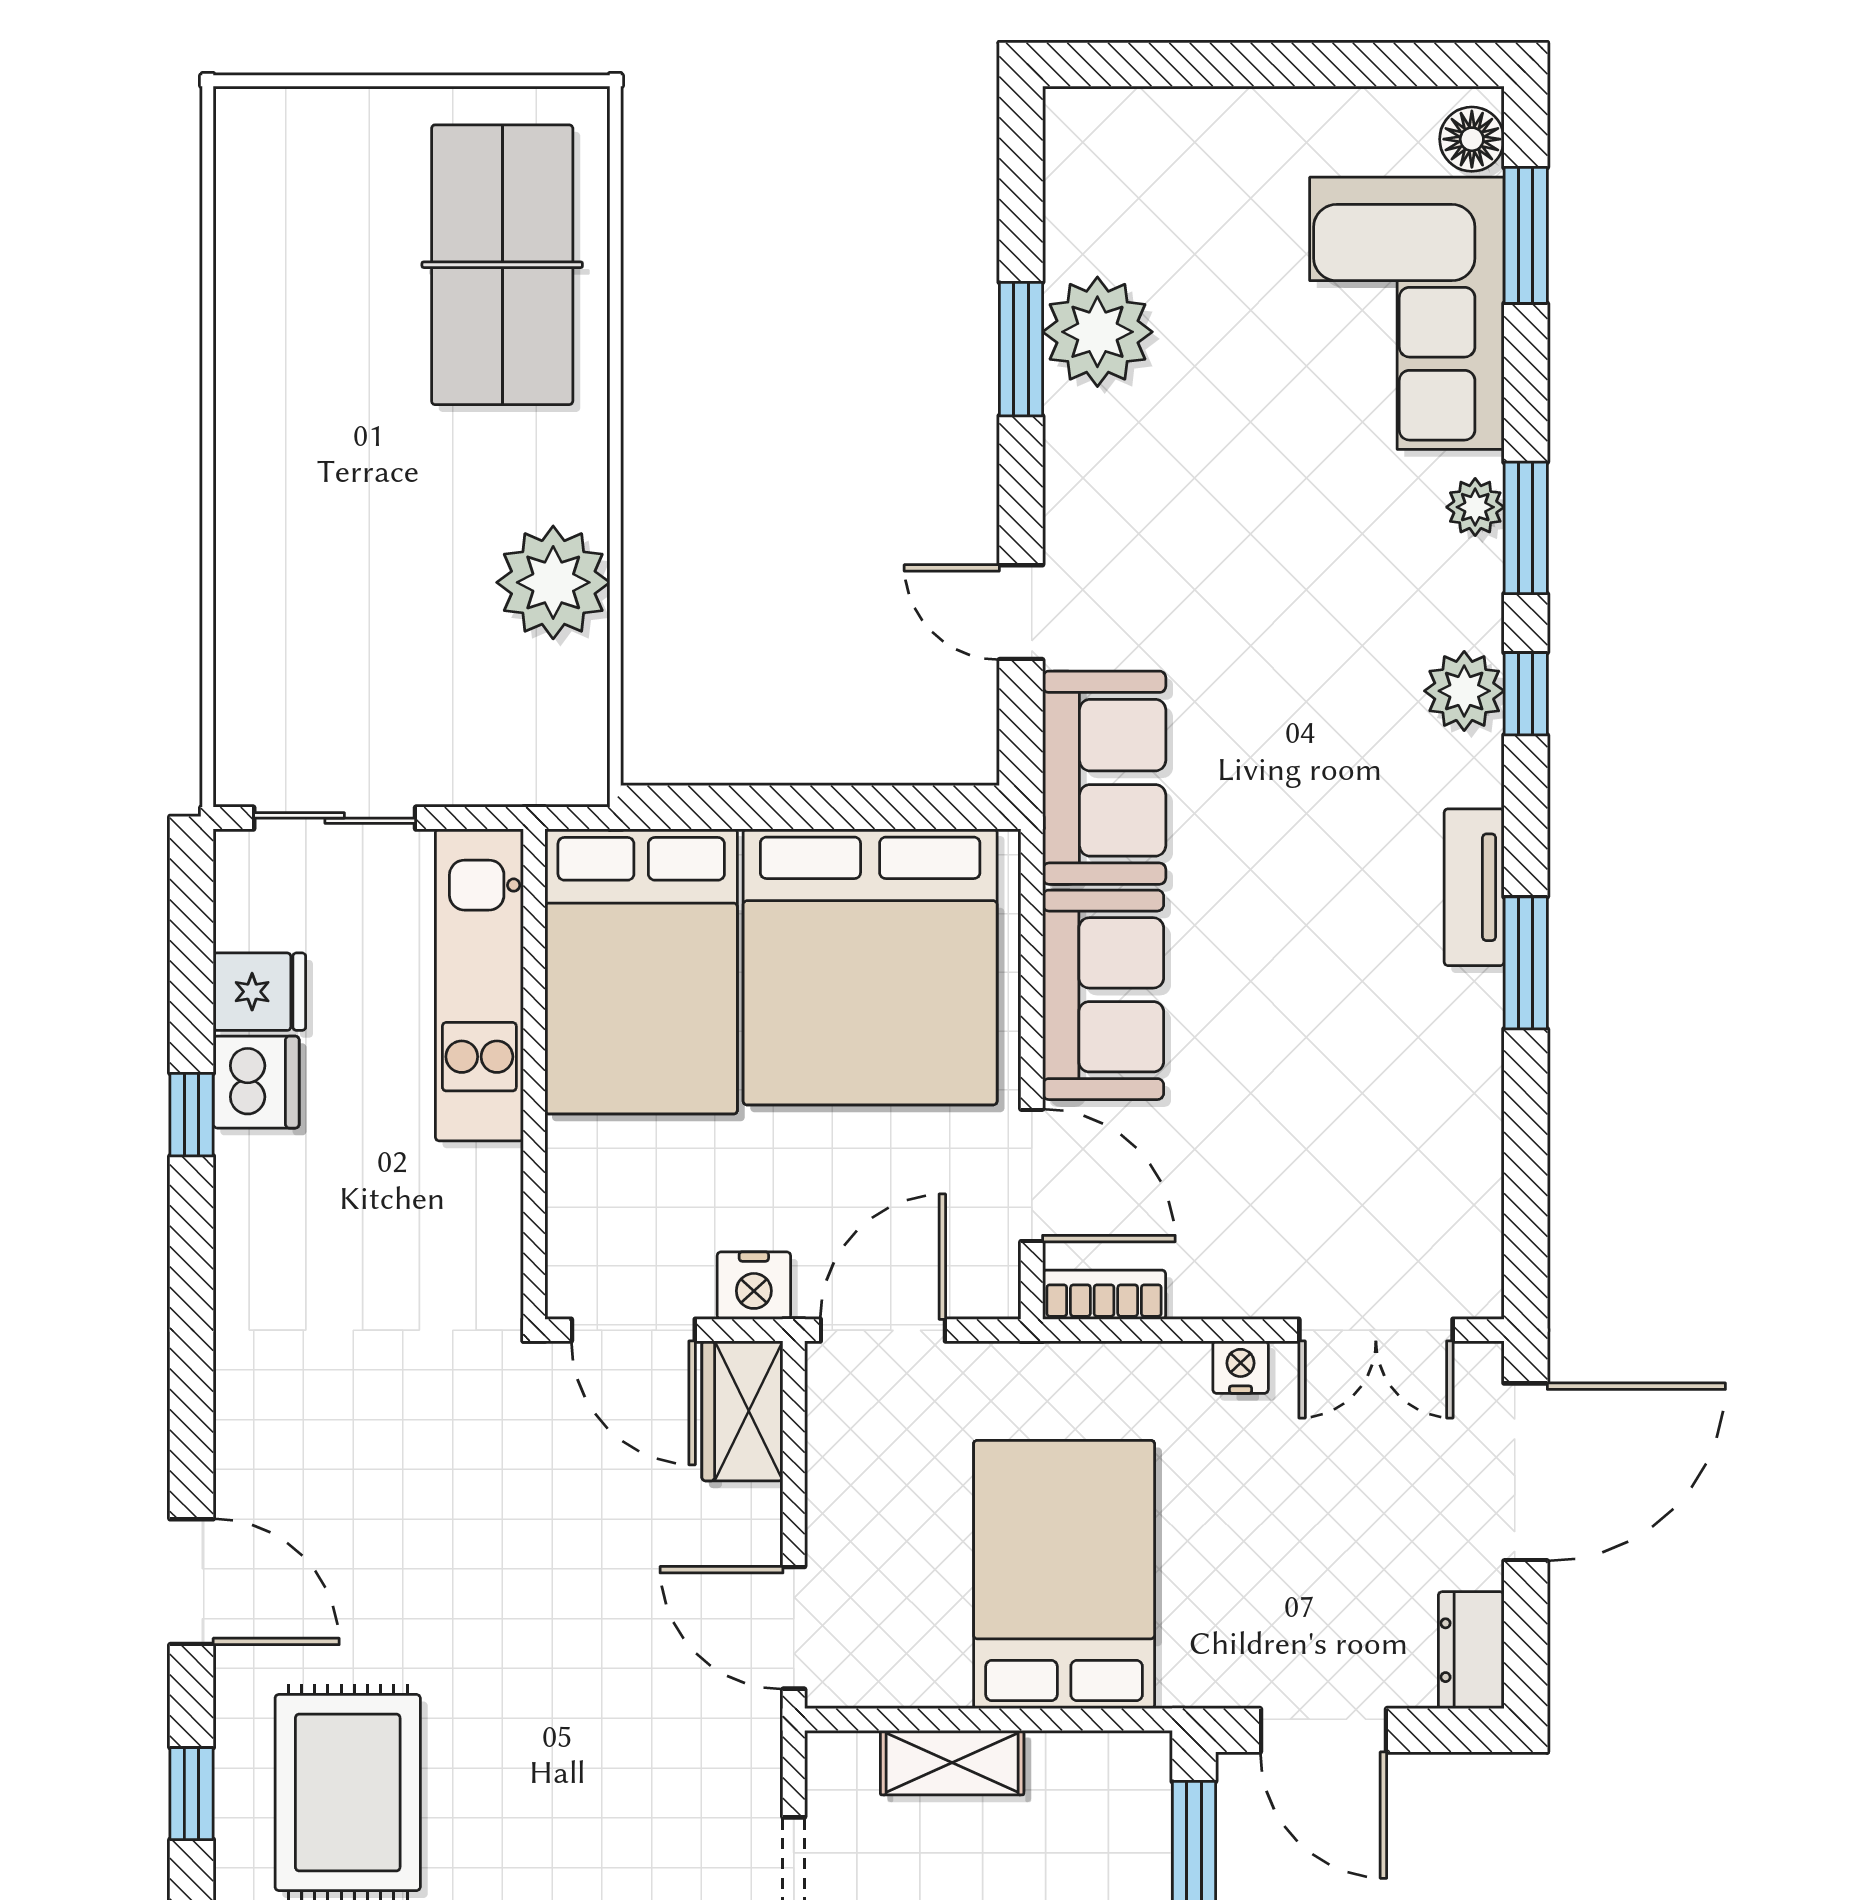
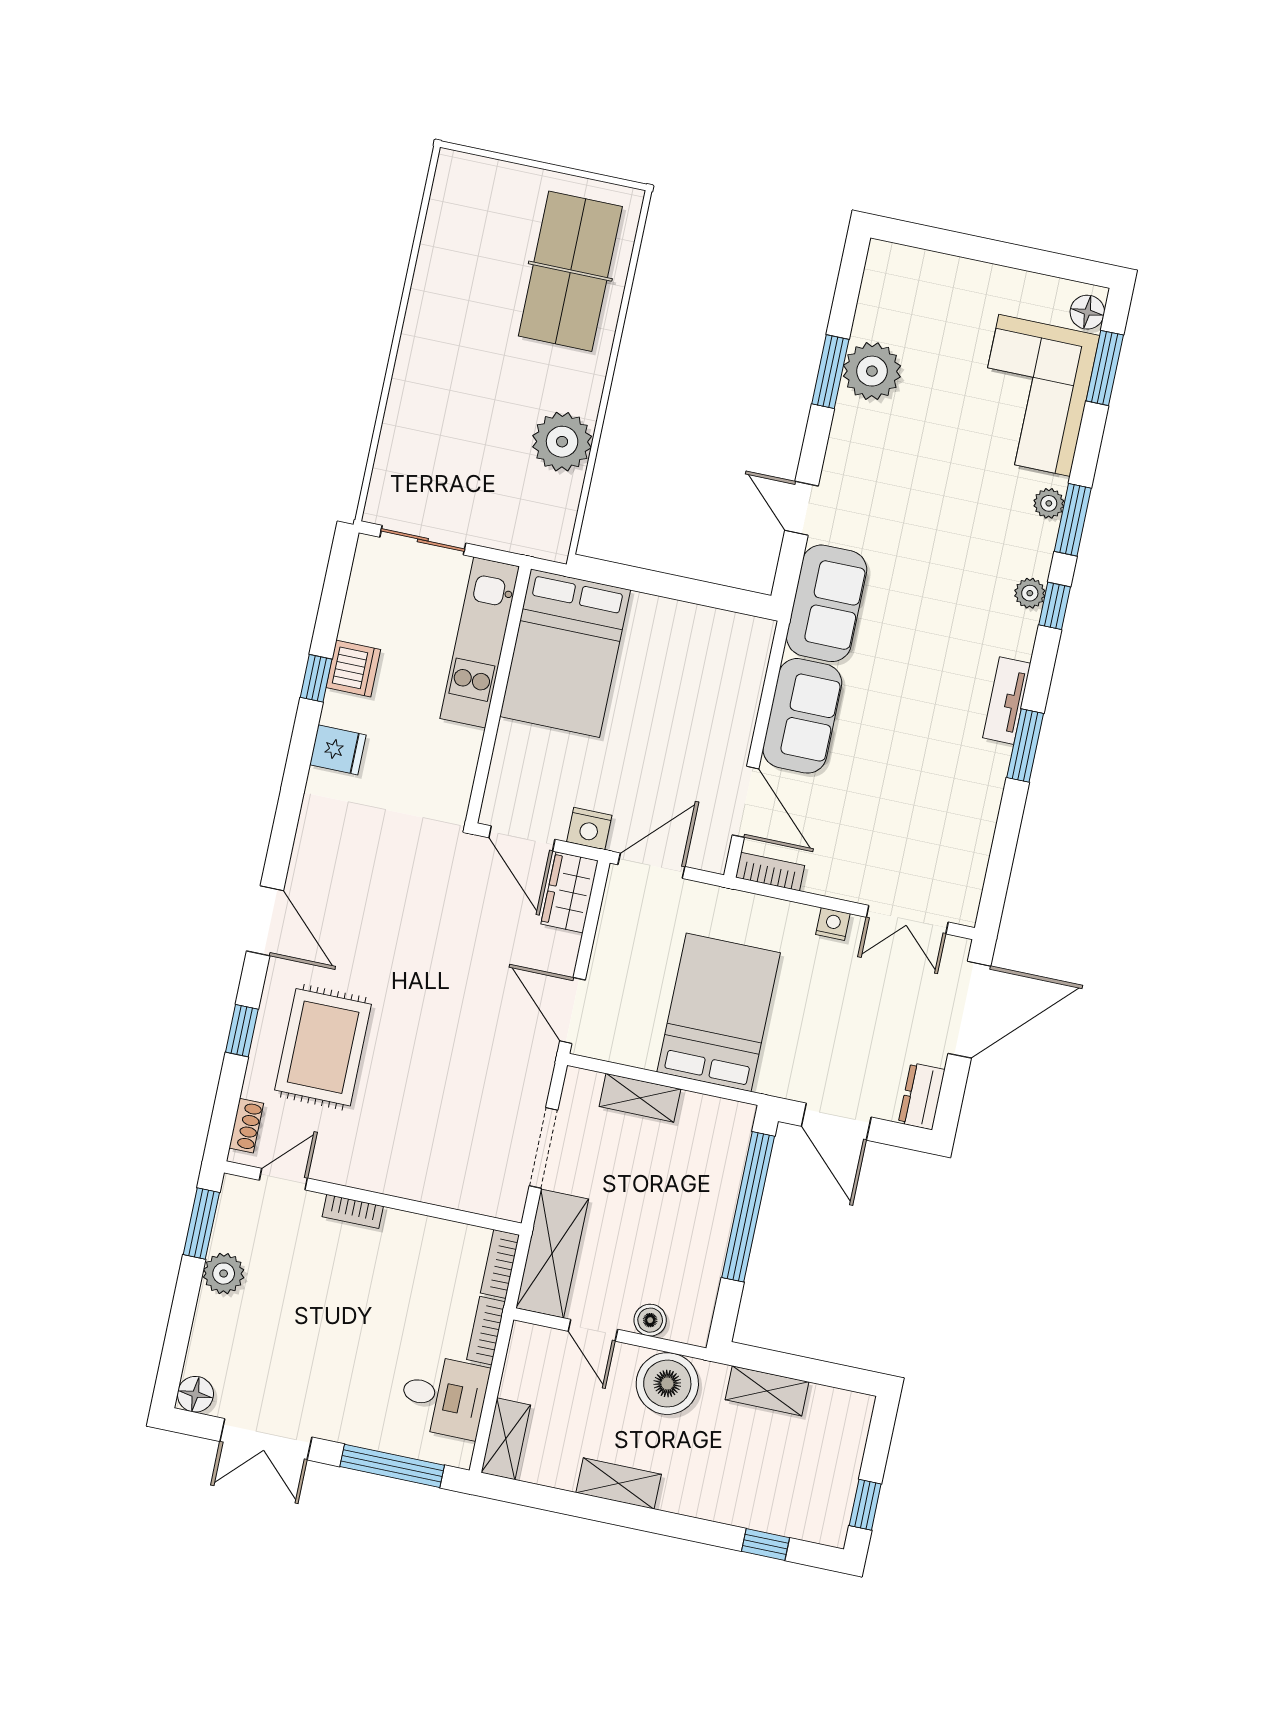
plant: (1464, 691) -> (1030, 593), width x0.73, depth x0.73
bed: (870, 967) -> (684, 676), removed
fridge: (259, 992) -> (338, 750), moved

